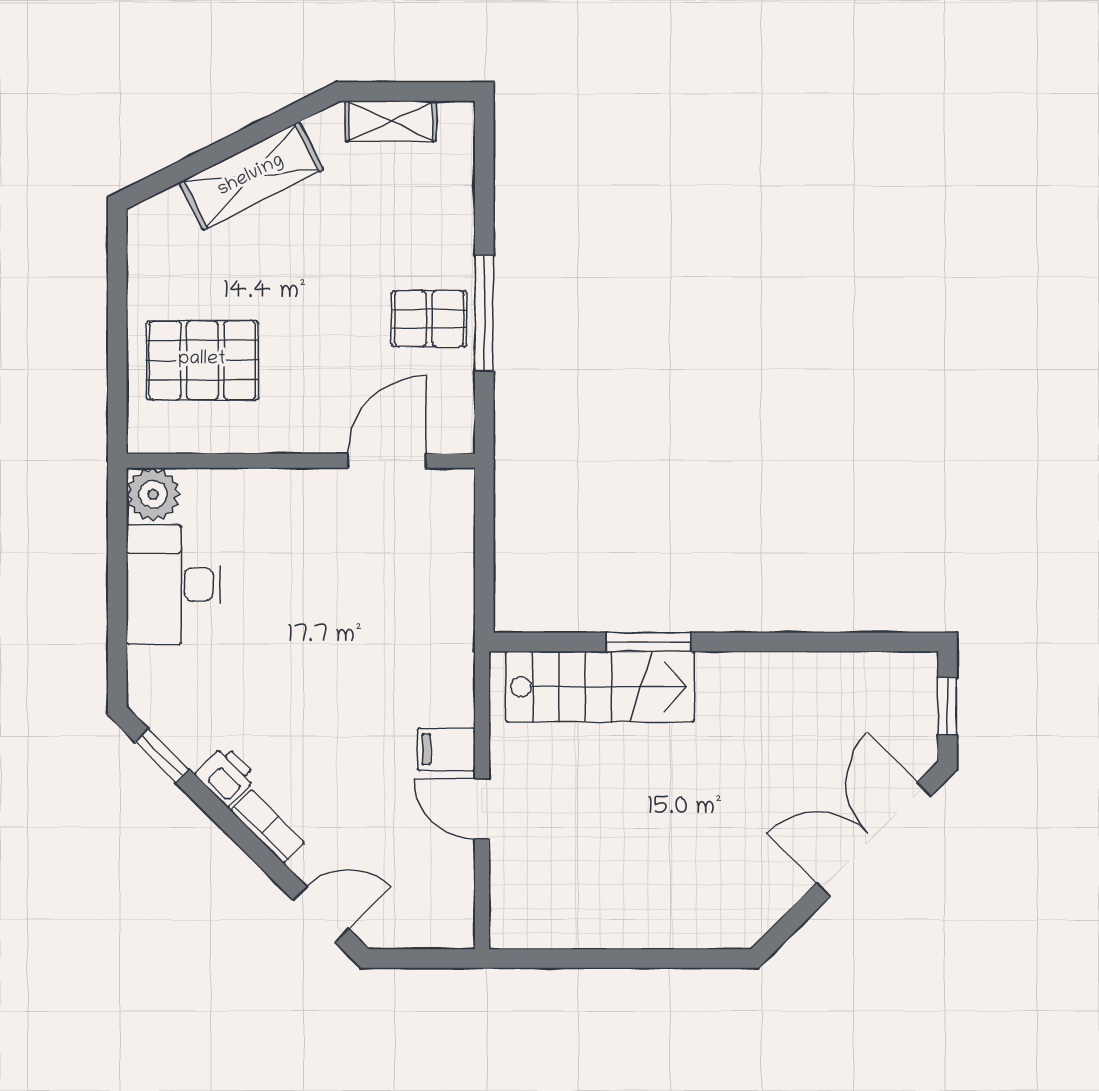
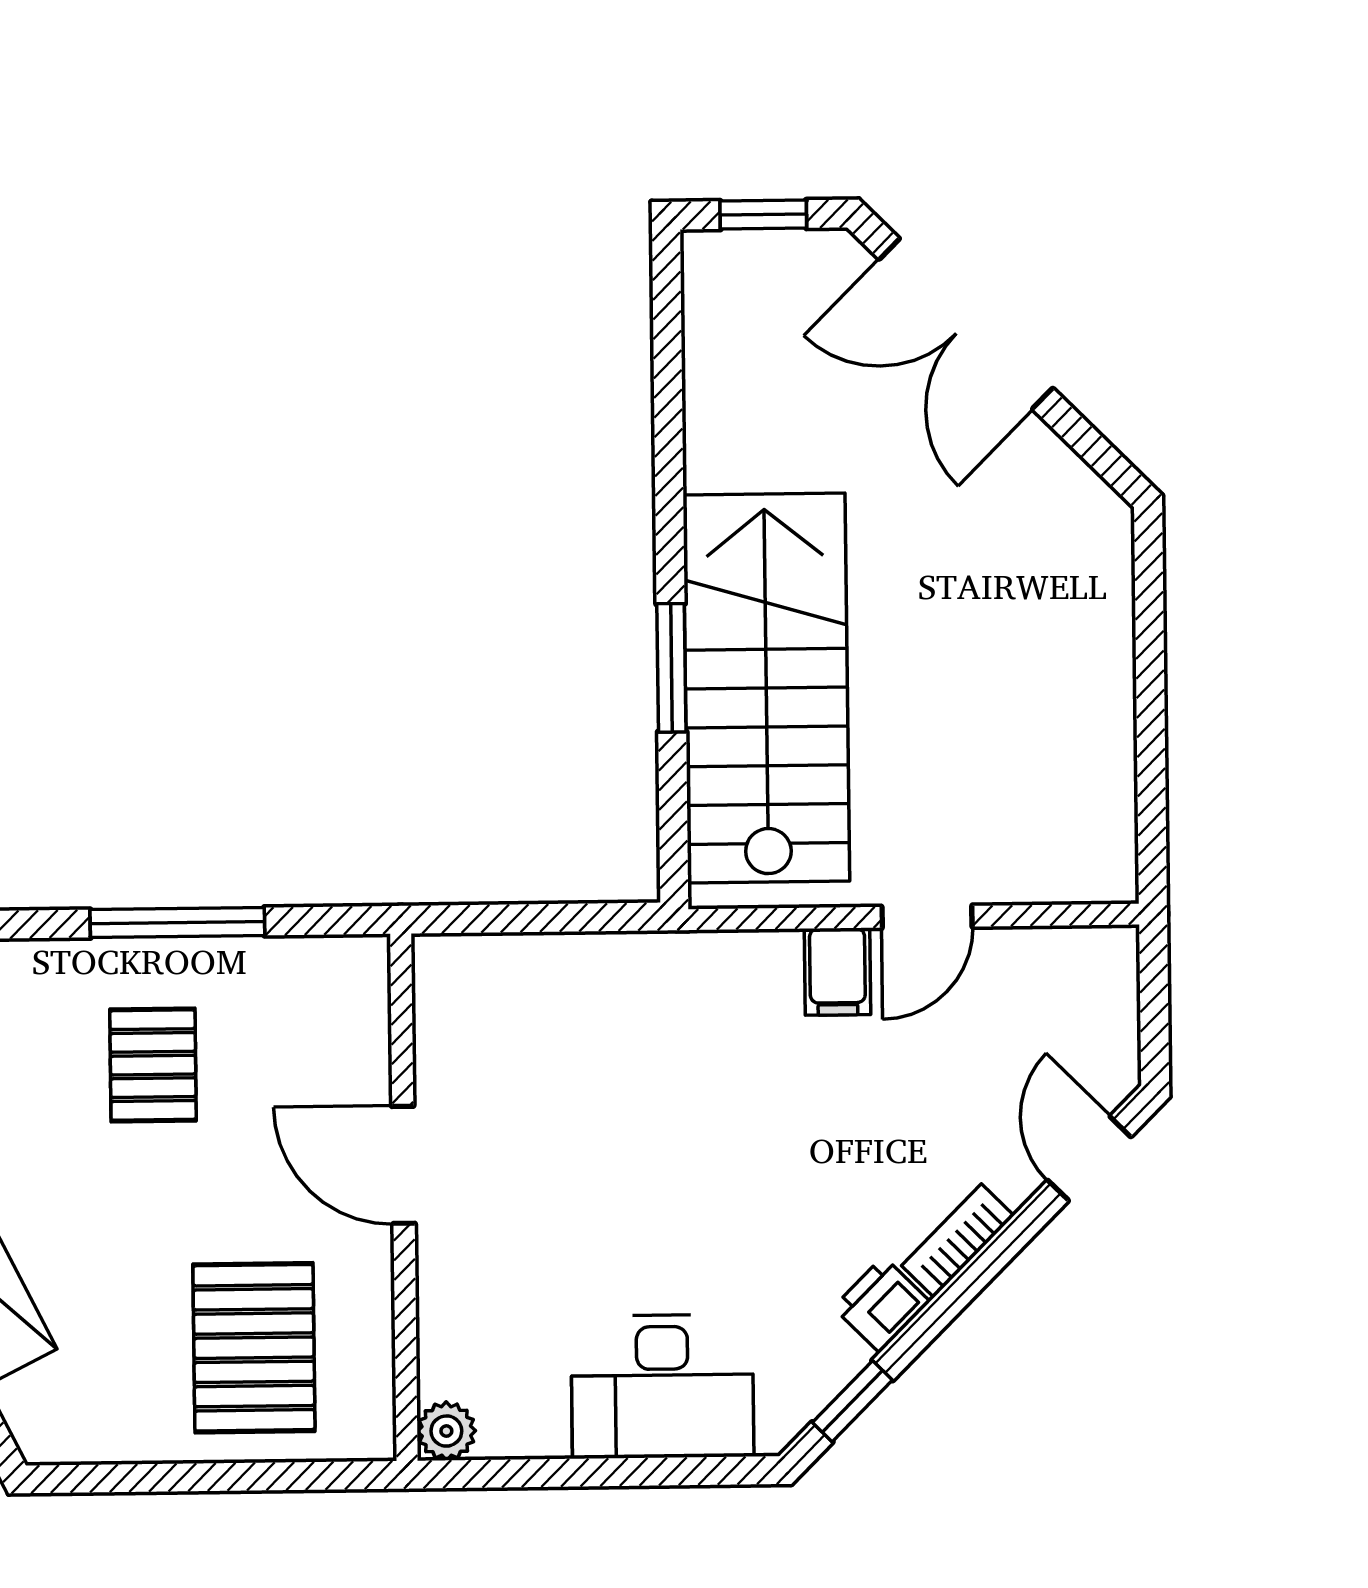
pallet: (429, 319) -> (153, 1065), moved
door: (387, 461) -> (403, 1165), moved
plant: (153, 494) -> (446, 1431), width x0.73, depth x0.73
desk: (173, 585) -> (662, 1386), moved
stairs: (600, 687) -> (766, 688), width x1.36, depth x1.51

